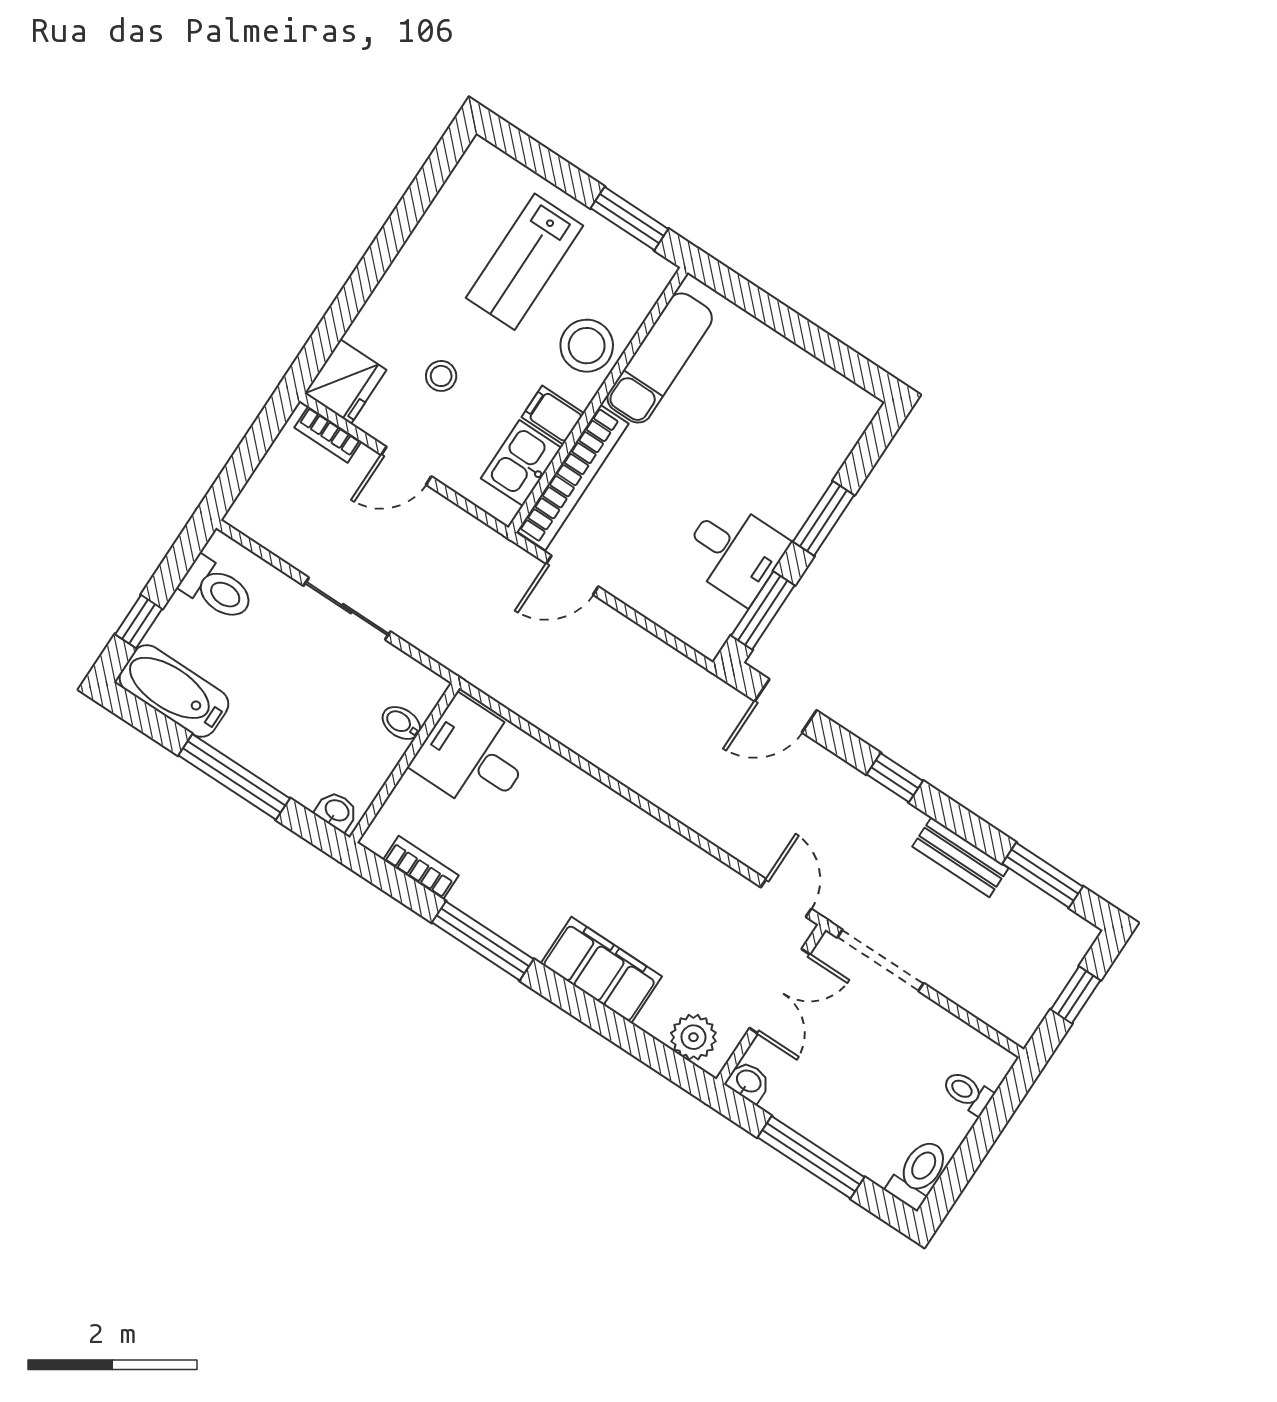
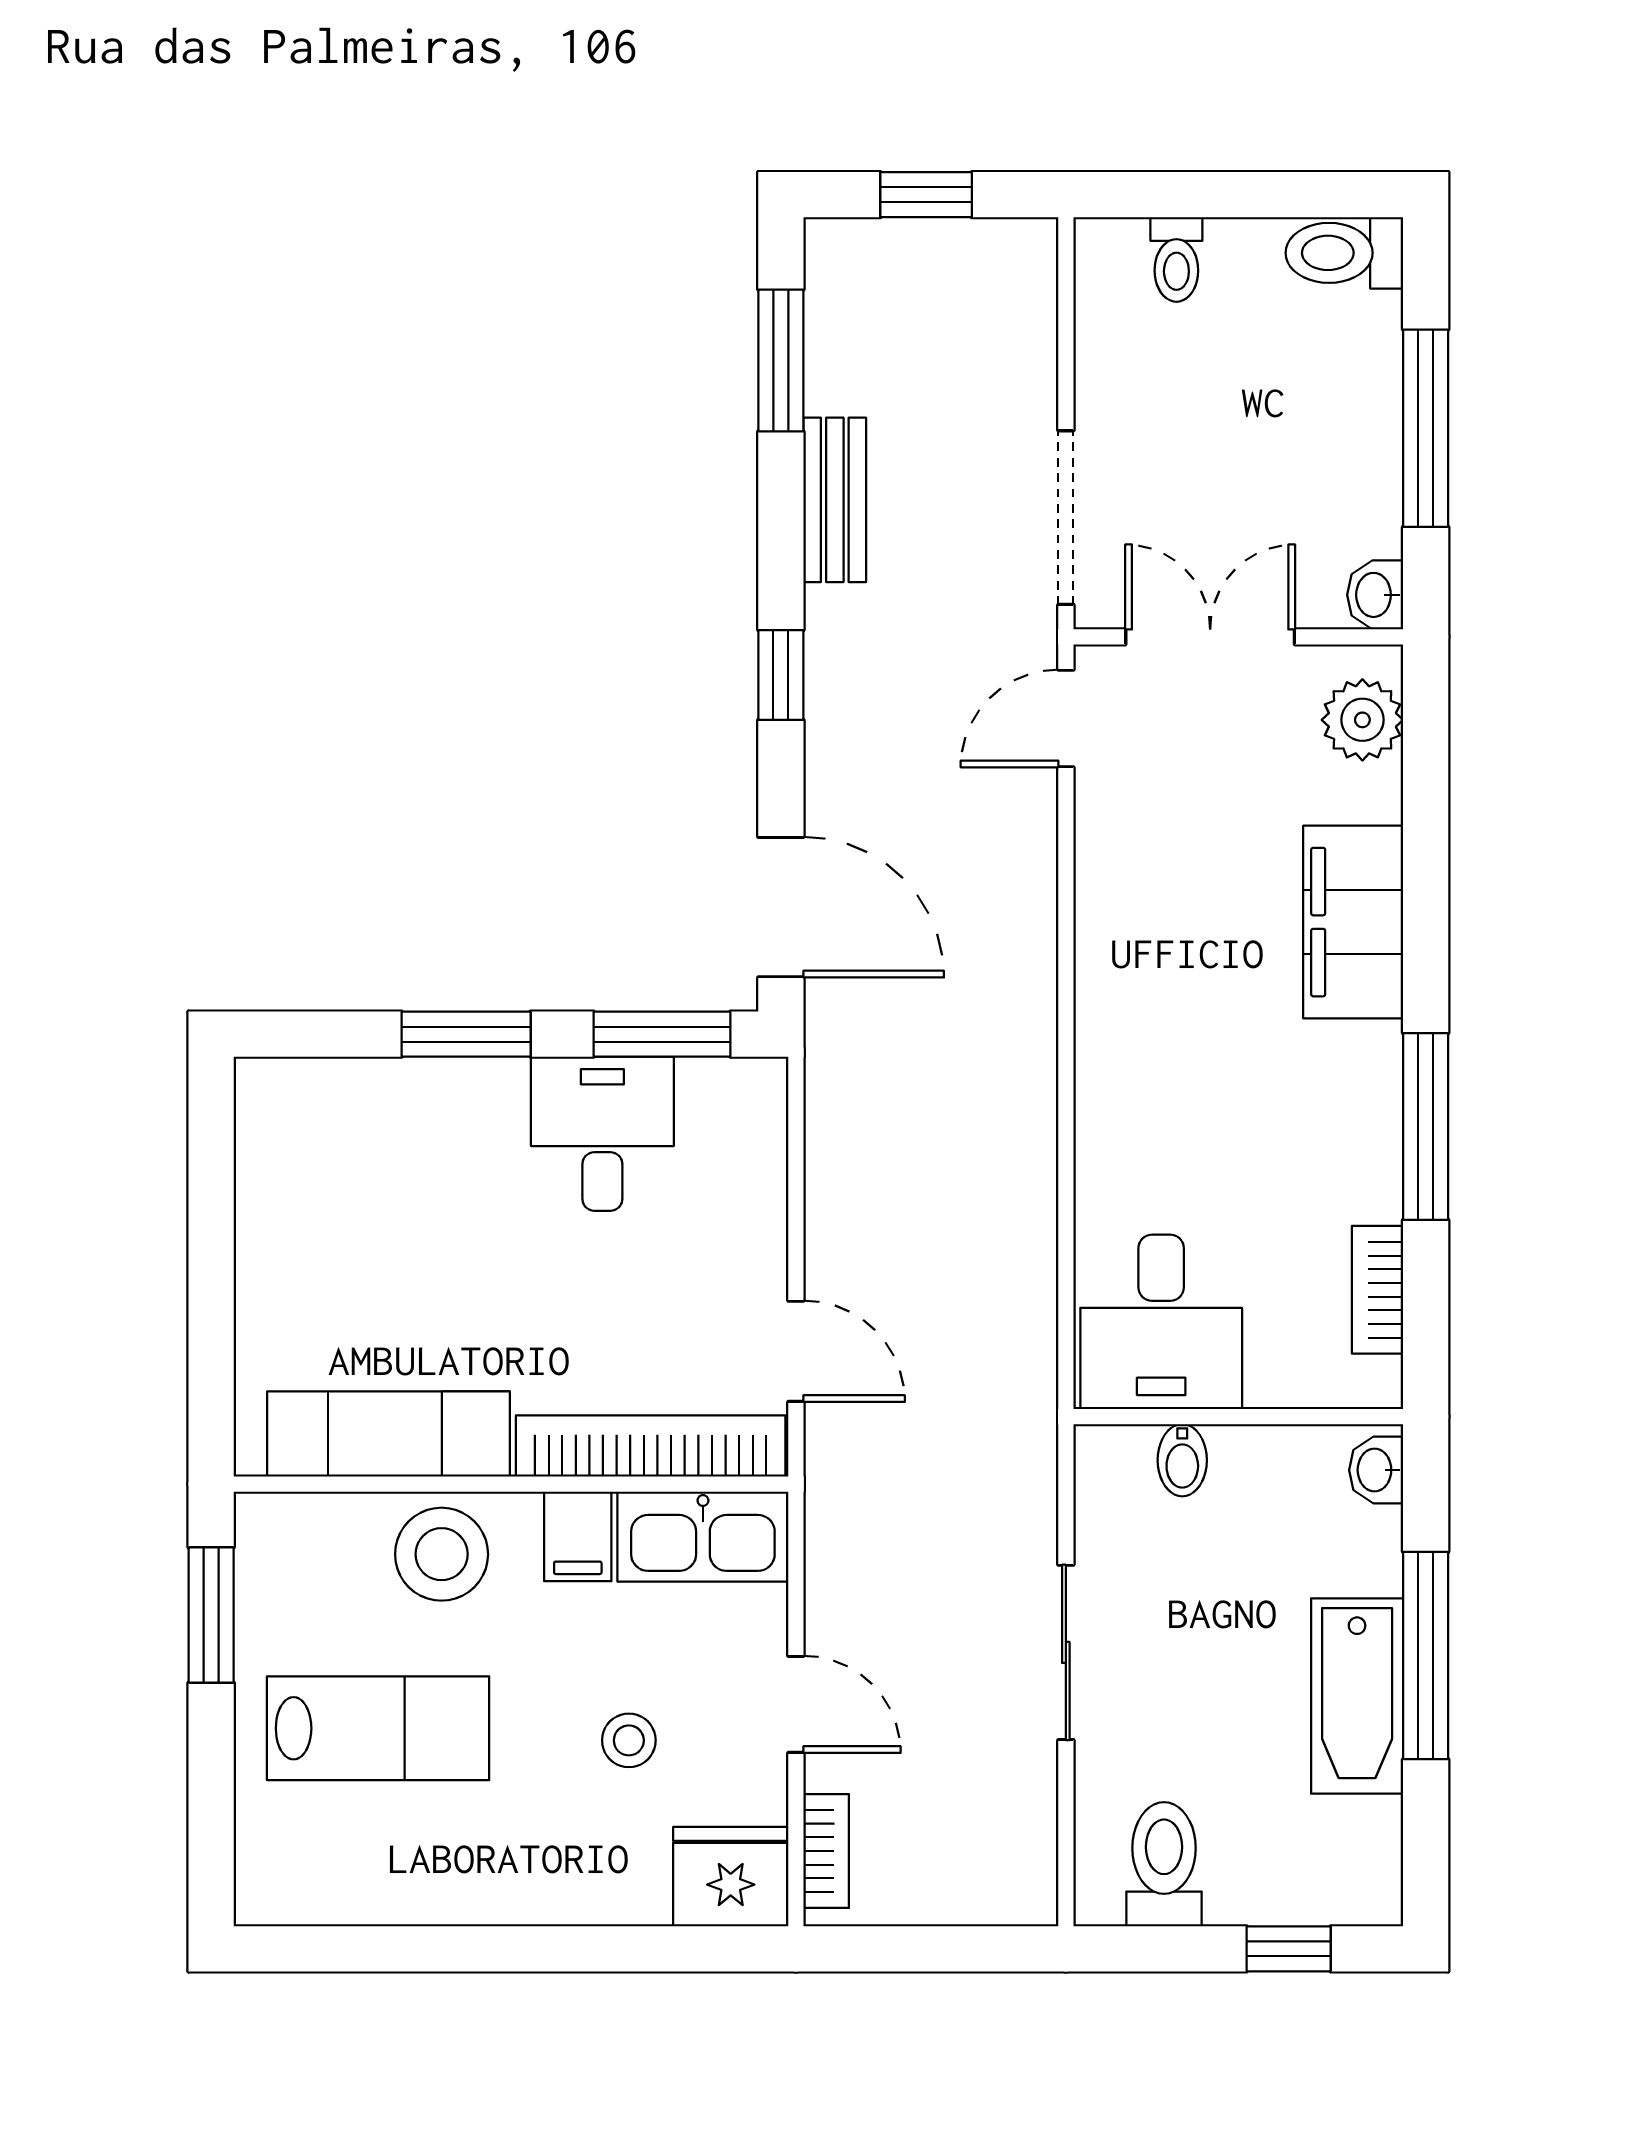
kitchen sink: (521, 463) -> (703, 1537), width x1.38
bathtub: (174, 691) -> (1357, 1696), moved
door: (786, 706) -> (781, 907), width x1.38

